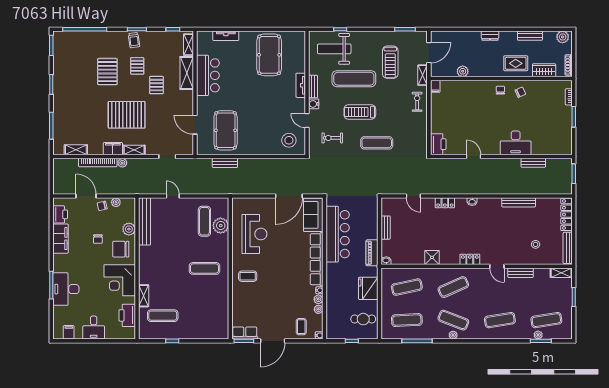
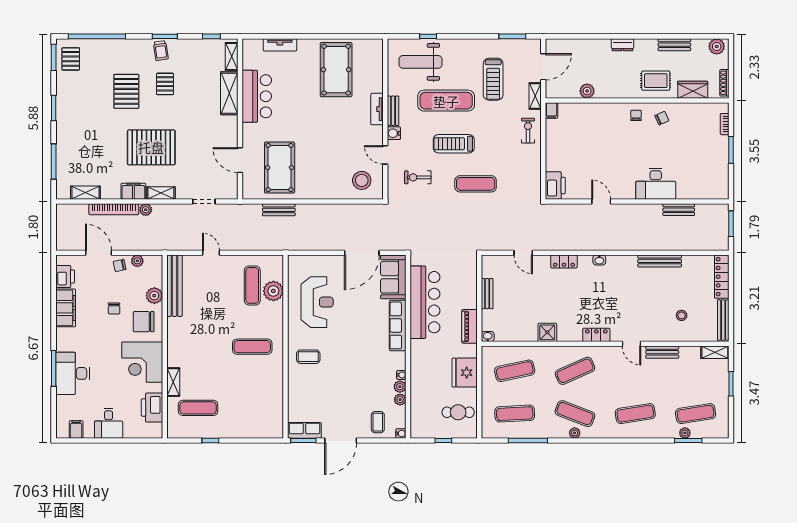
pallet: (156, 85) -> (71, 59), moved
row of seats: (317, 259) -> (398, 325), width x0.73

